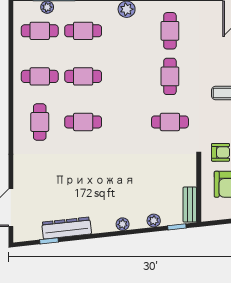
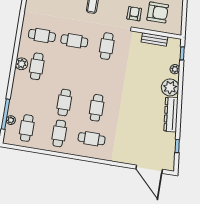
cafe table: (83, 31) -> (37, 66), moved
bench: (190, 205) -> (154, 39), moved
plant: (123, 224) -> (170, 87), width x1.87, depth x1.87
dresser: (67, 228) -> (171, 114), moved

